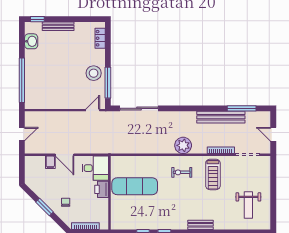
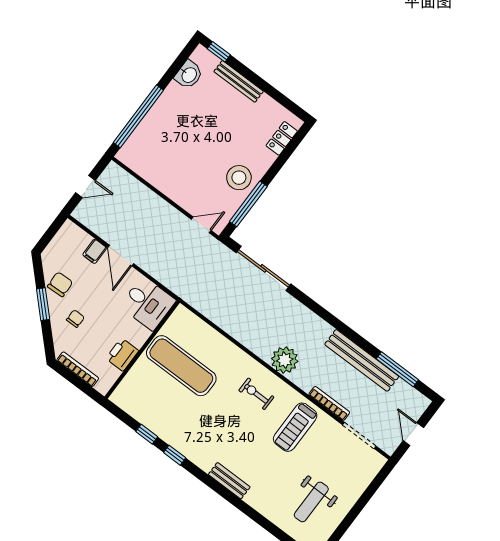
printer: (102, 189) -> (122, 355), moved
chair: (46, 191) -> (60, 284), added

